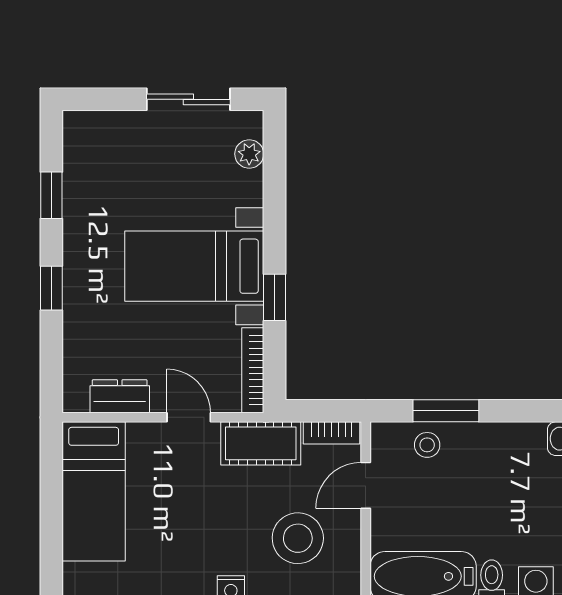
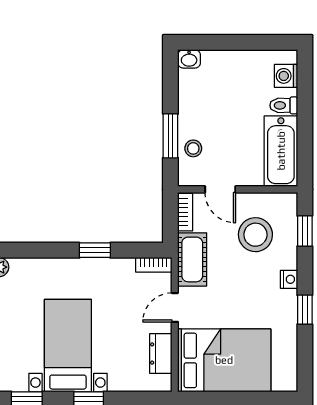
bed with nightstands: (194, 266) -> (68, 346), moved, turned 180
bookcase: (253, 370) -> (154, 265), width x0.64
bed: (94, 491) -> (224, 360), width x1.50

